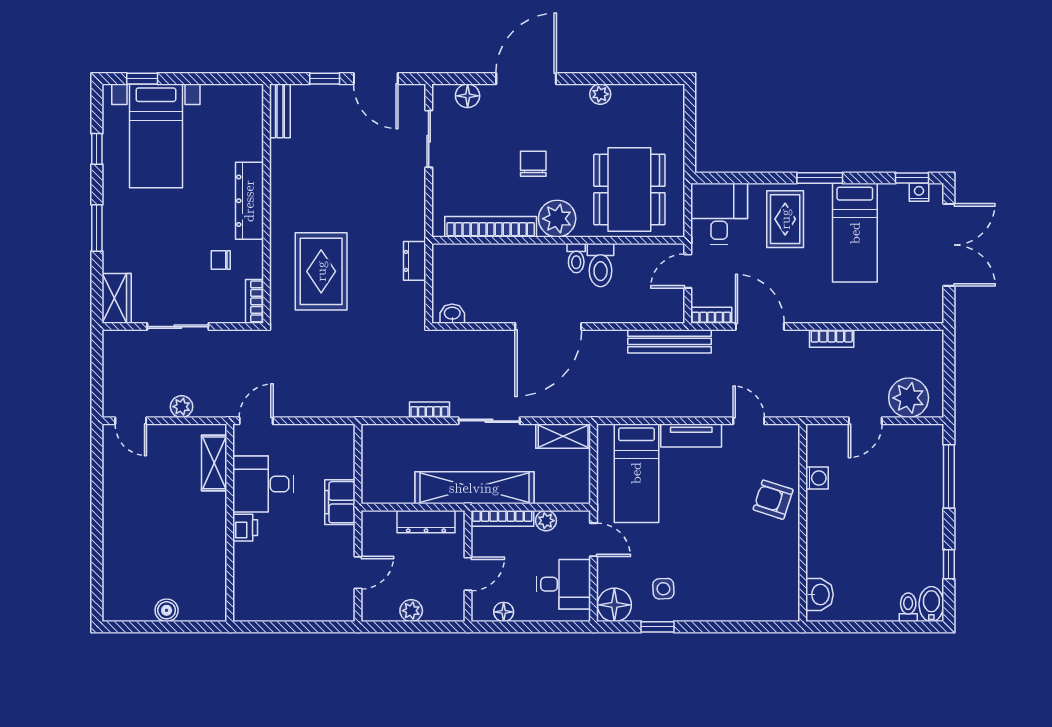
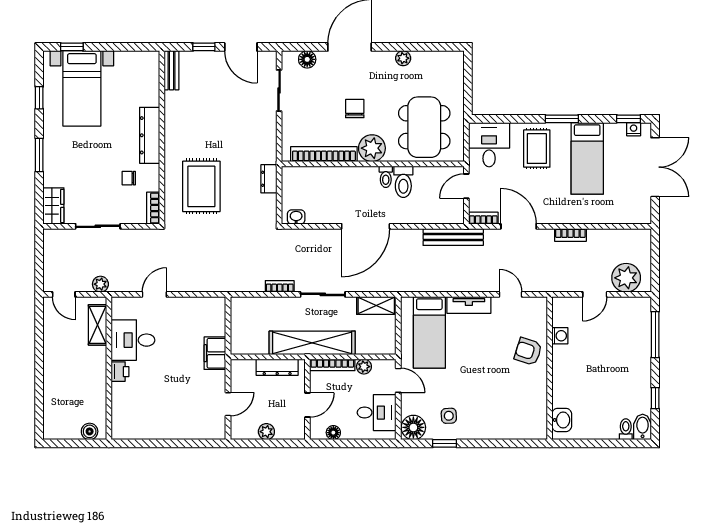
shelving: (214, 463) -> (97, 325), moved
desk: (263, 484) -> (133, 340), moved
wall: (230, 523) -> (109, 368), moved
printer: (245, 528) -> (120, 372), moved

